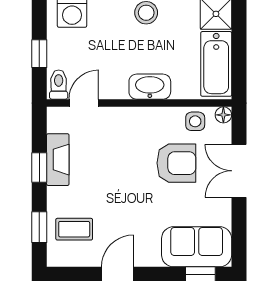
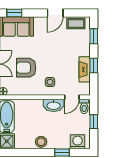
washbasin: (150, 87) -> (54, 105), moved
side table: (195, 121) -> (50, 82), moved
coffee table: (74, 229) -> (76, 23), moved

